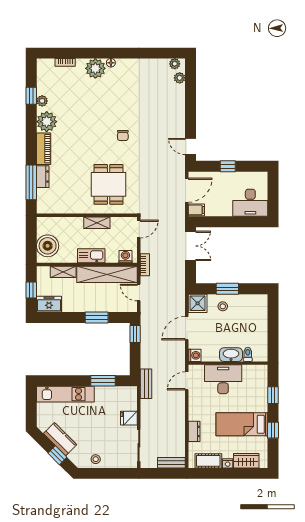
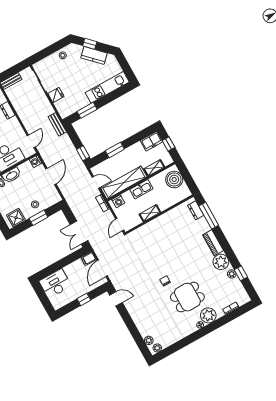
dresser: (43, 177) -> (196, 210), moved
dining table: (109, 184) -> (187, 297), moved, turned 90
shower: (198, 303) -> (16, 218), moved

